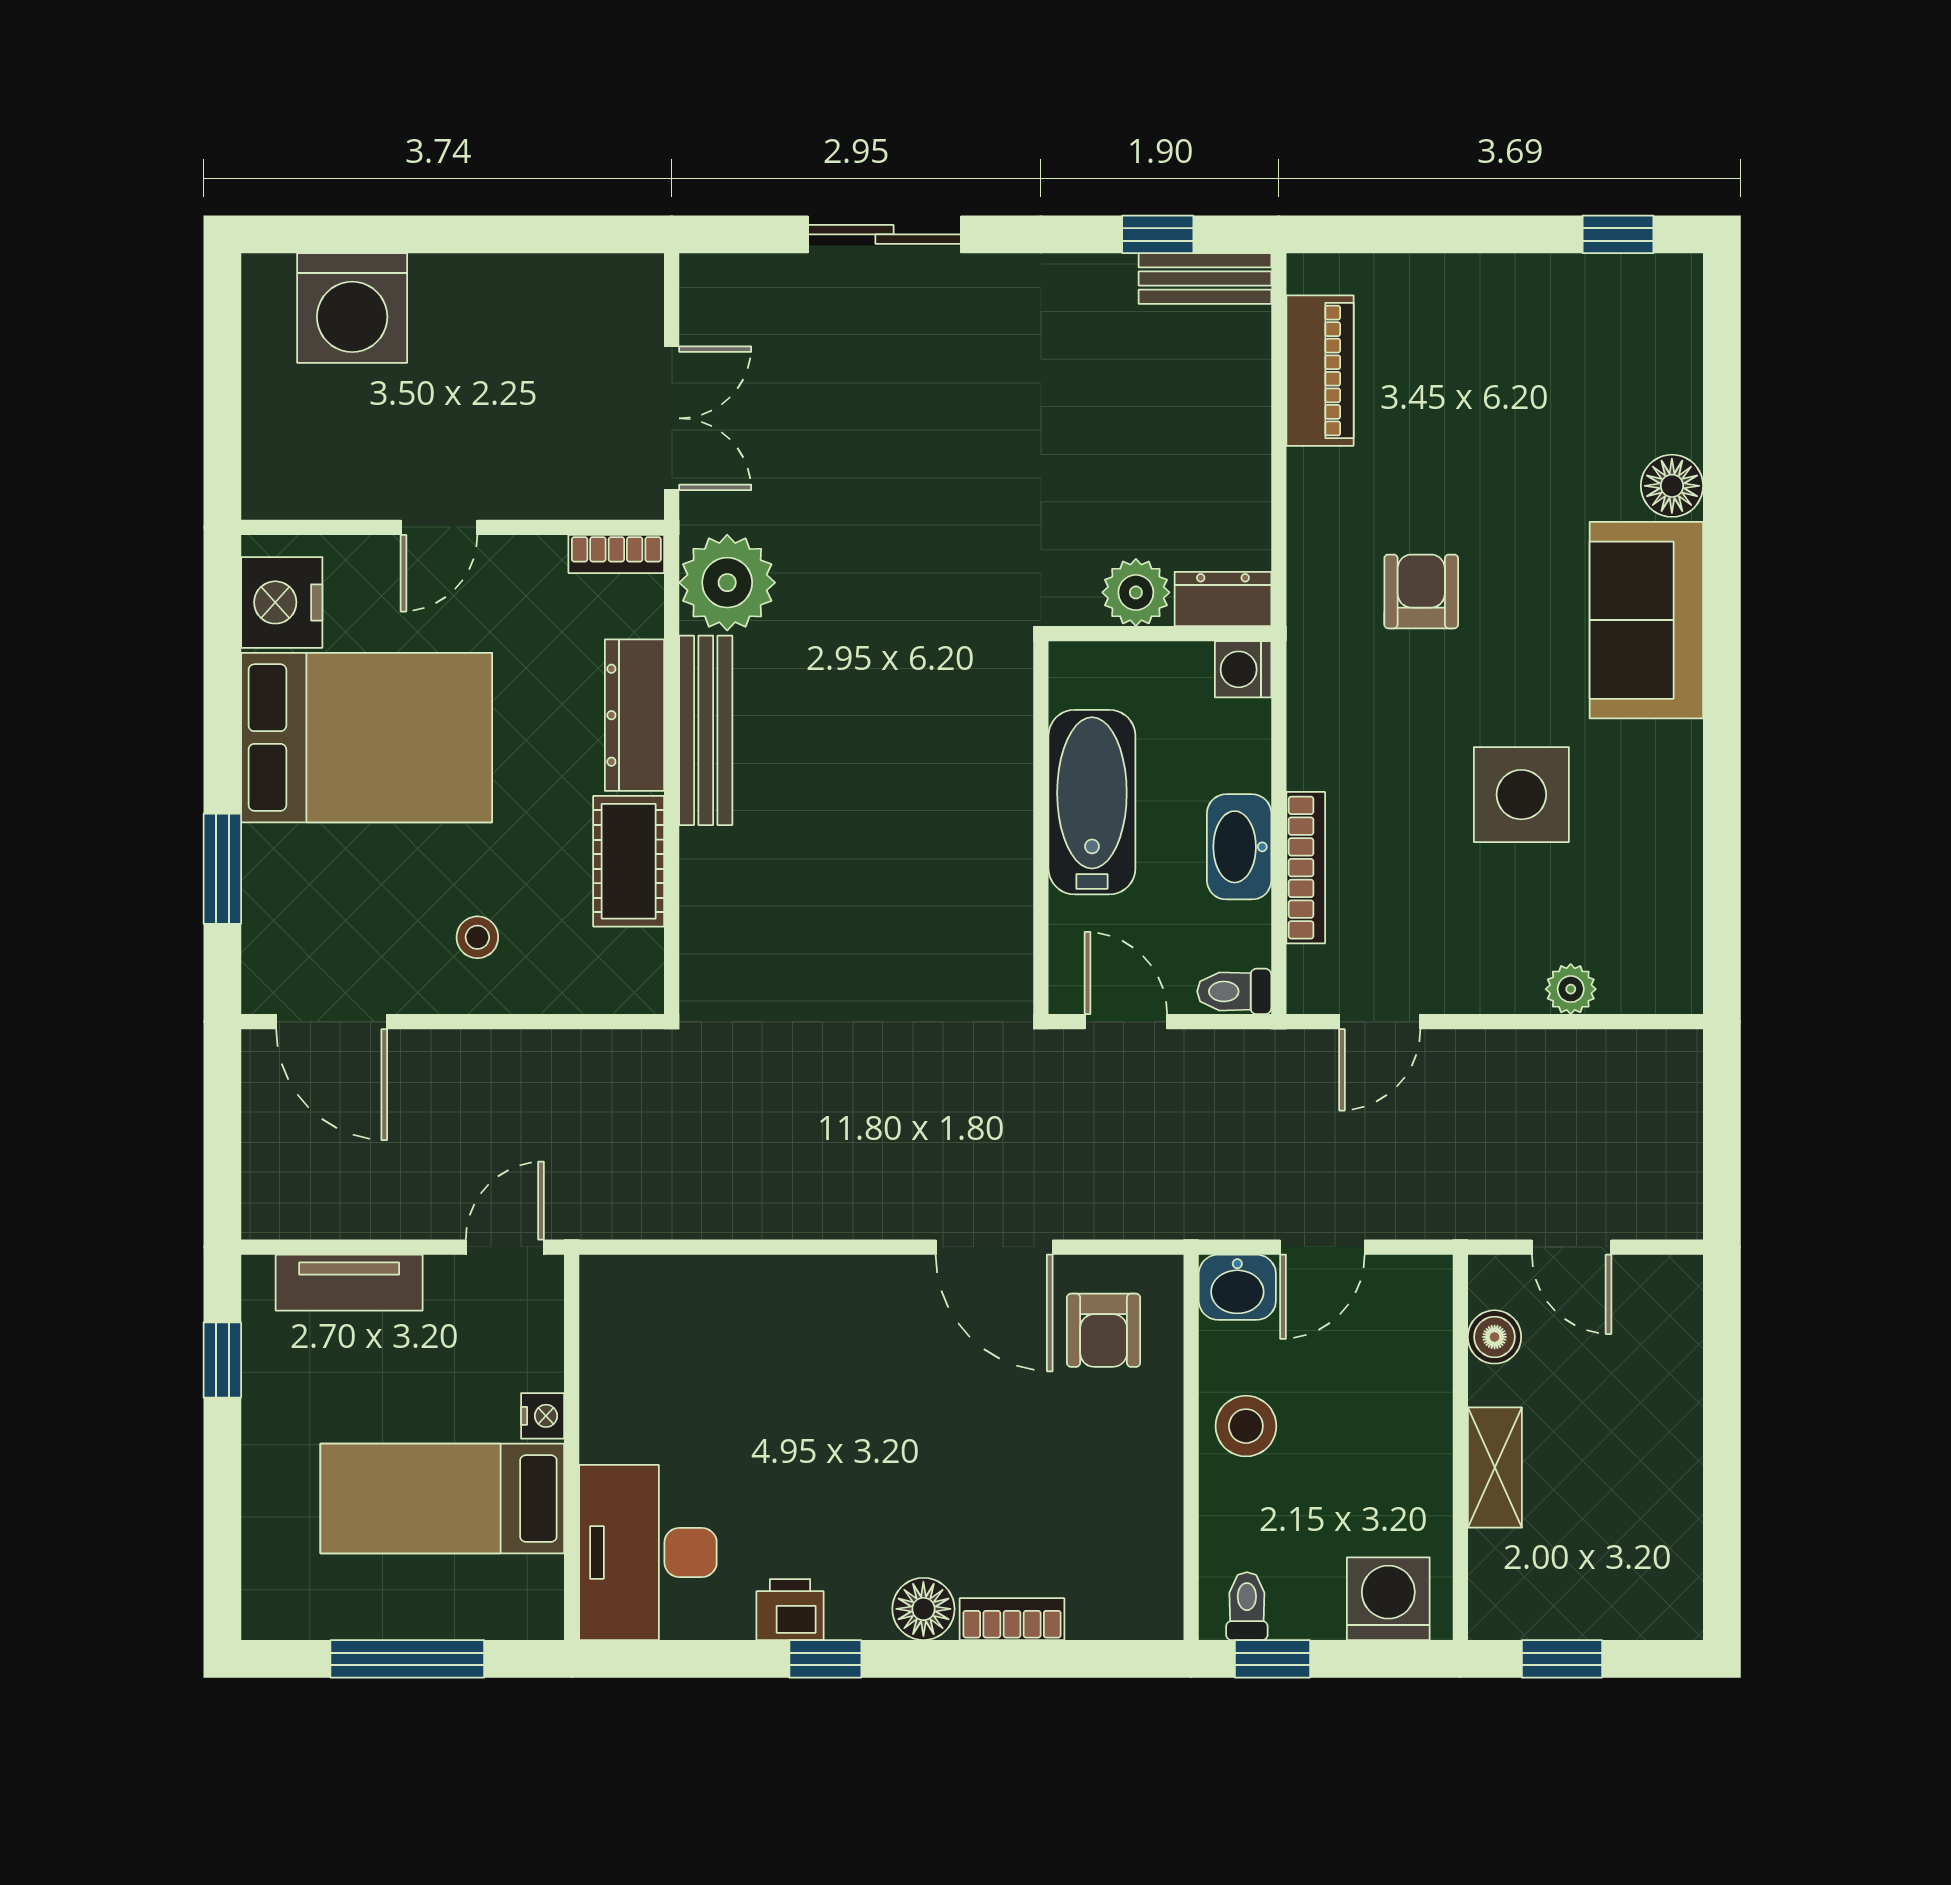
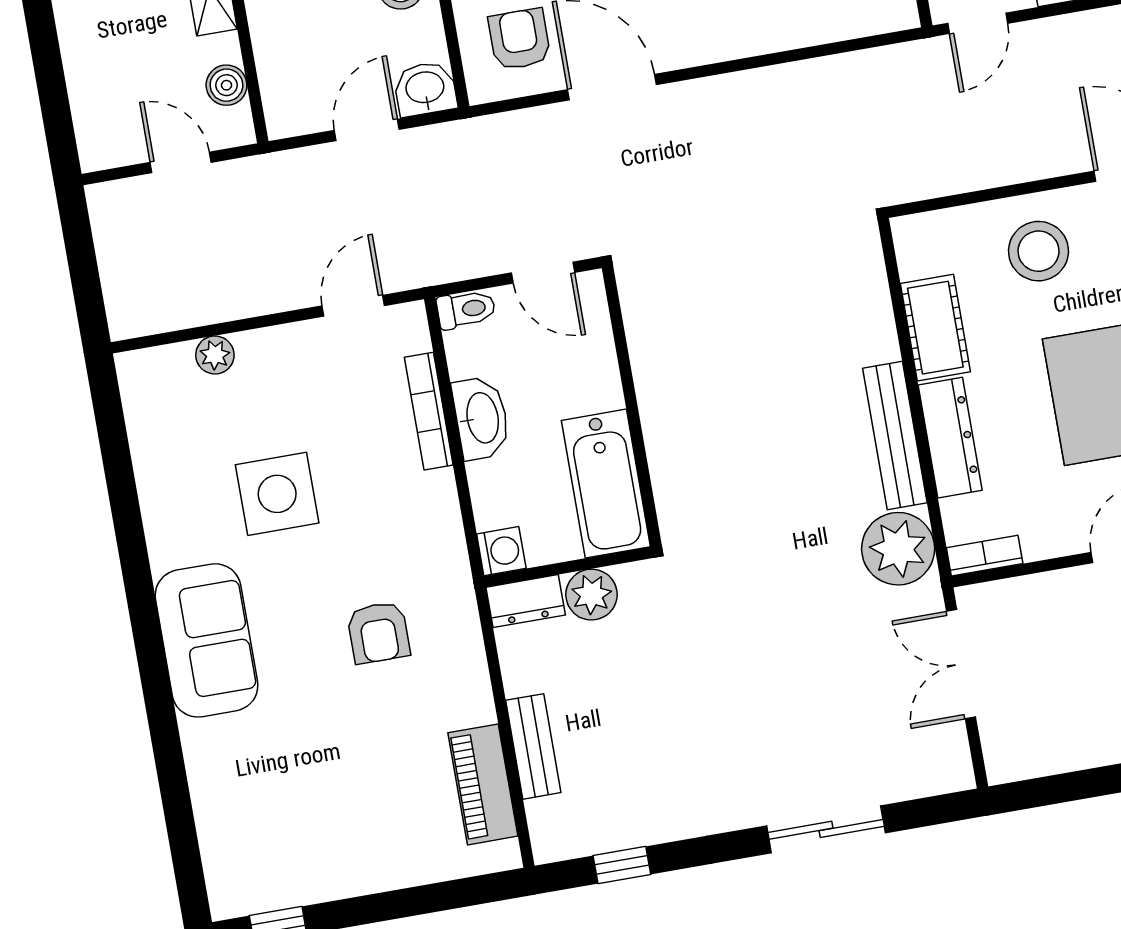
bench: (1205, 278) -> (533, 746), moved, turned 90
floor lamp: (1672, 486) -> (205, 744), removed
bathtub: (1092, 802) -> (606, 484), moved
stool: (477, 937) -> (1039, 251), width x1.89, depth x1.89

